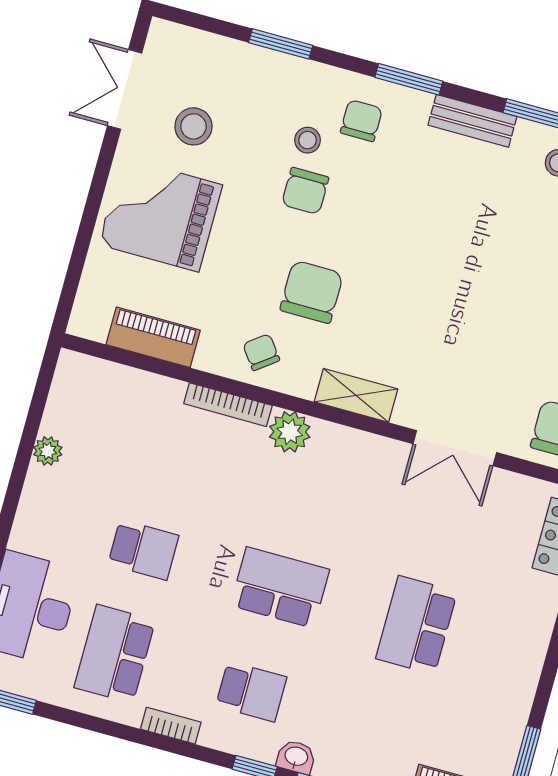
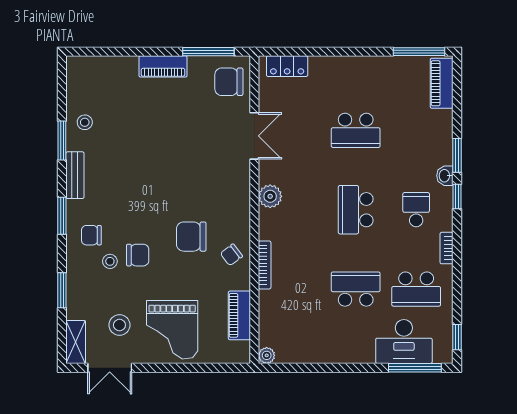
shelving: (356, 395) -> (76, 342), moved
plant: (290, 432) -> (270, 196), moved
plant: (48, 451) -> (267, 355), moved
school desk: (143, 550) -> (356, 289), width x1.85

